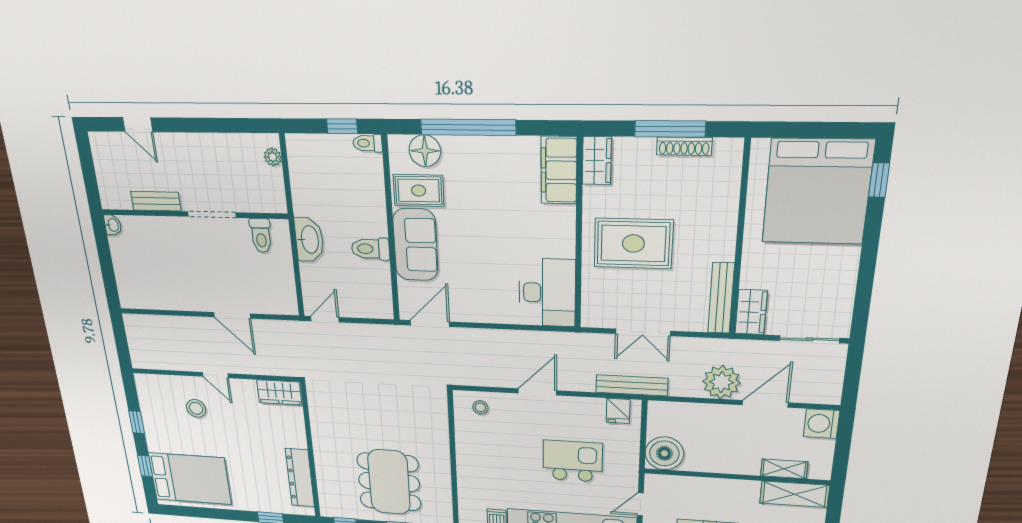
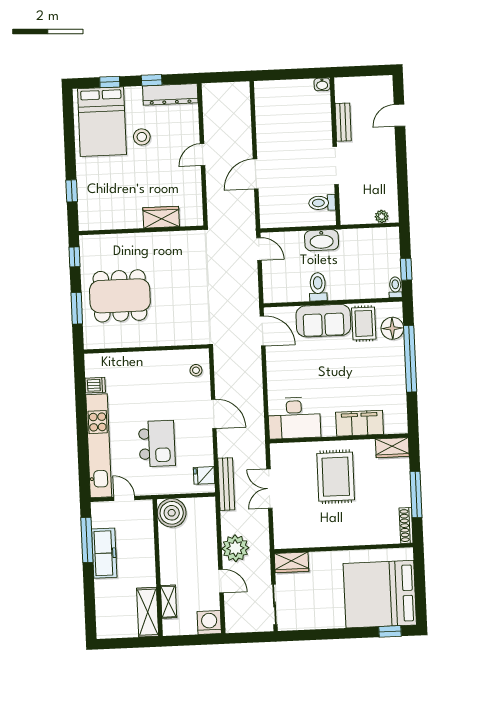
shoe rack: (684, 146) -> (406, 526), moved
filing cabinet: (559, 170) -> (360, 423), moved
bench: (721, 298) -> (300, 541), removed
wardrobe: (279, 392) -> (161, 217), moved, turned 90
door: (765, 404) -> (221, 581), width x0.73
stool: (196, 408) -> (142, 137), moved
dresser: (300, 478) -> (170, 94), moved, turned 180

